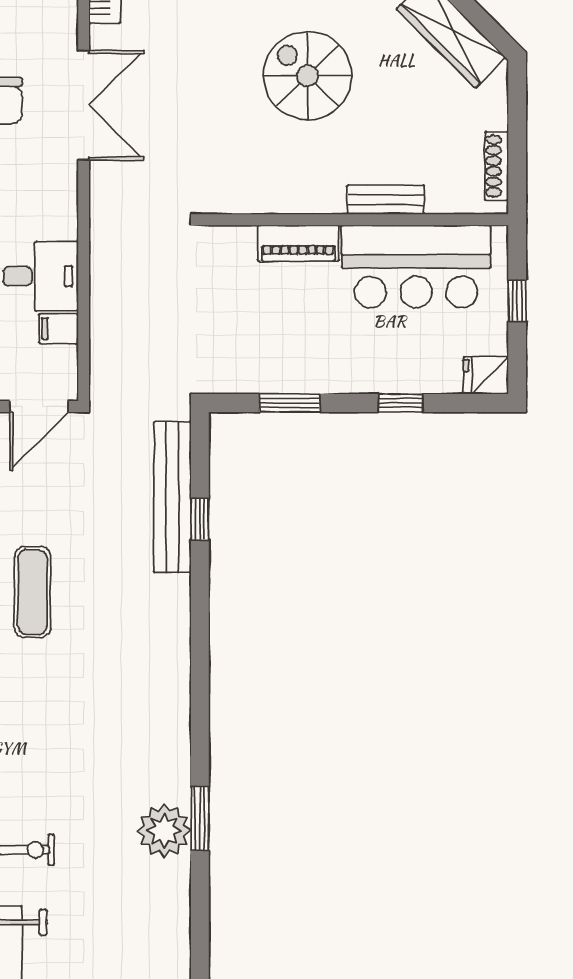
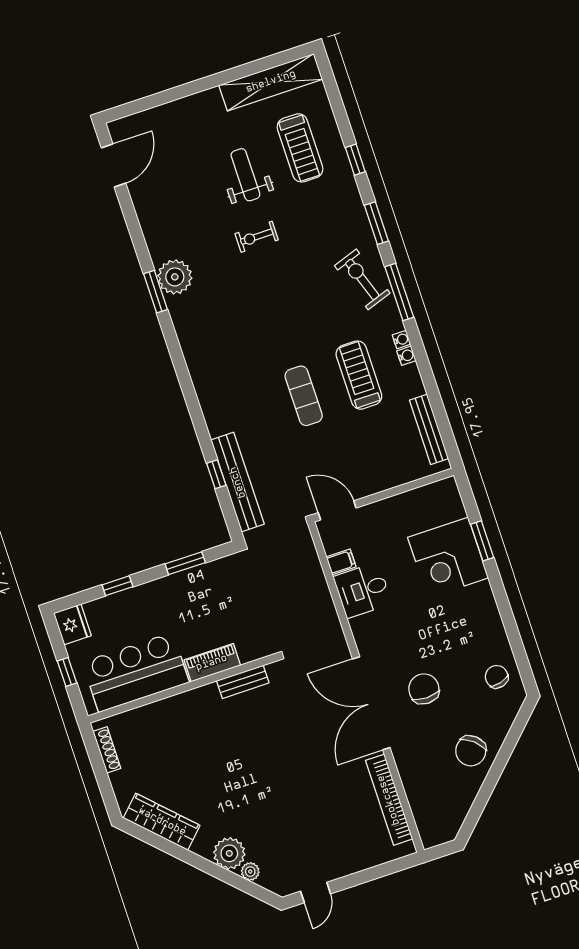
spiral stairs: (308, 76) -> (241, 767), removed
double door: (84, 105) -> (371, 703), width x1.36
bench: (386, 200) -> (243, 682), moved
fridge: (486, 375) -> (72, 624), width x1.38
door: (39, 407) -> (337, 510), hinge flipped

